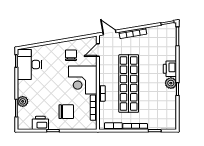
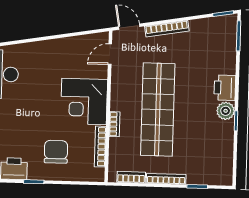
chair: (71, 55) -> (66, 61), removed
chair: (66, 112) -> (56, 152), turned -90

